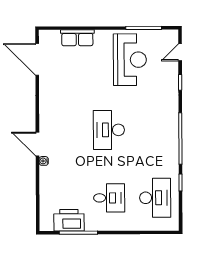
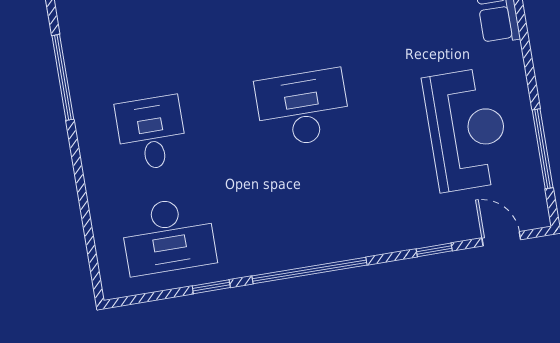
reception desk: (130, 60) -> (467, 130), turned -90
desk: (109, 198) -> (151, 133), turned 180
printer: (69, 220) -> (87, 52), removed

